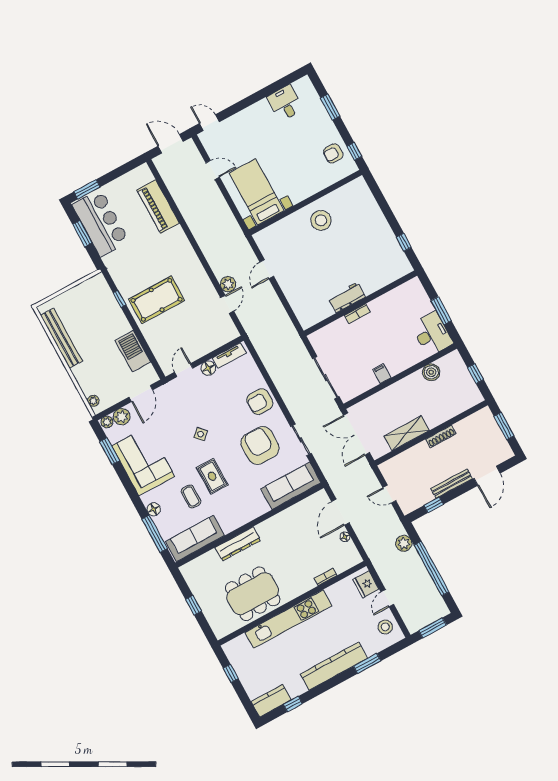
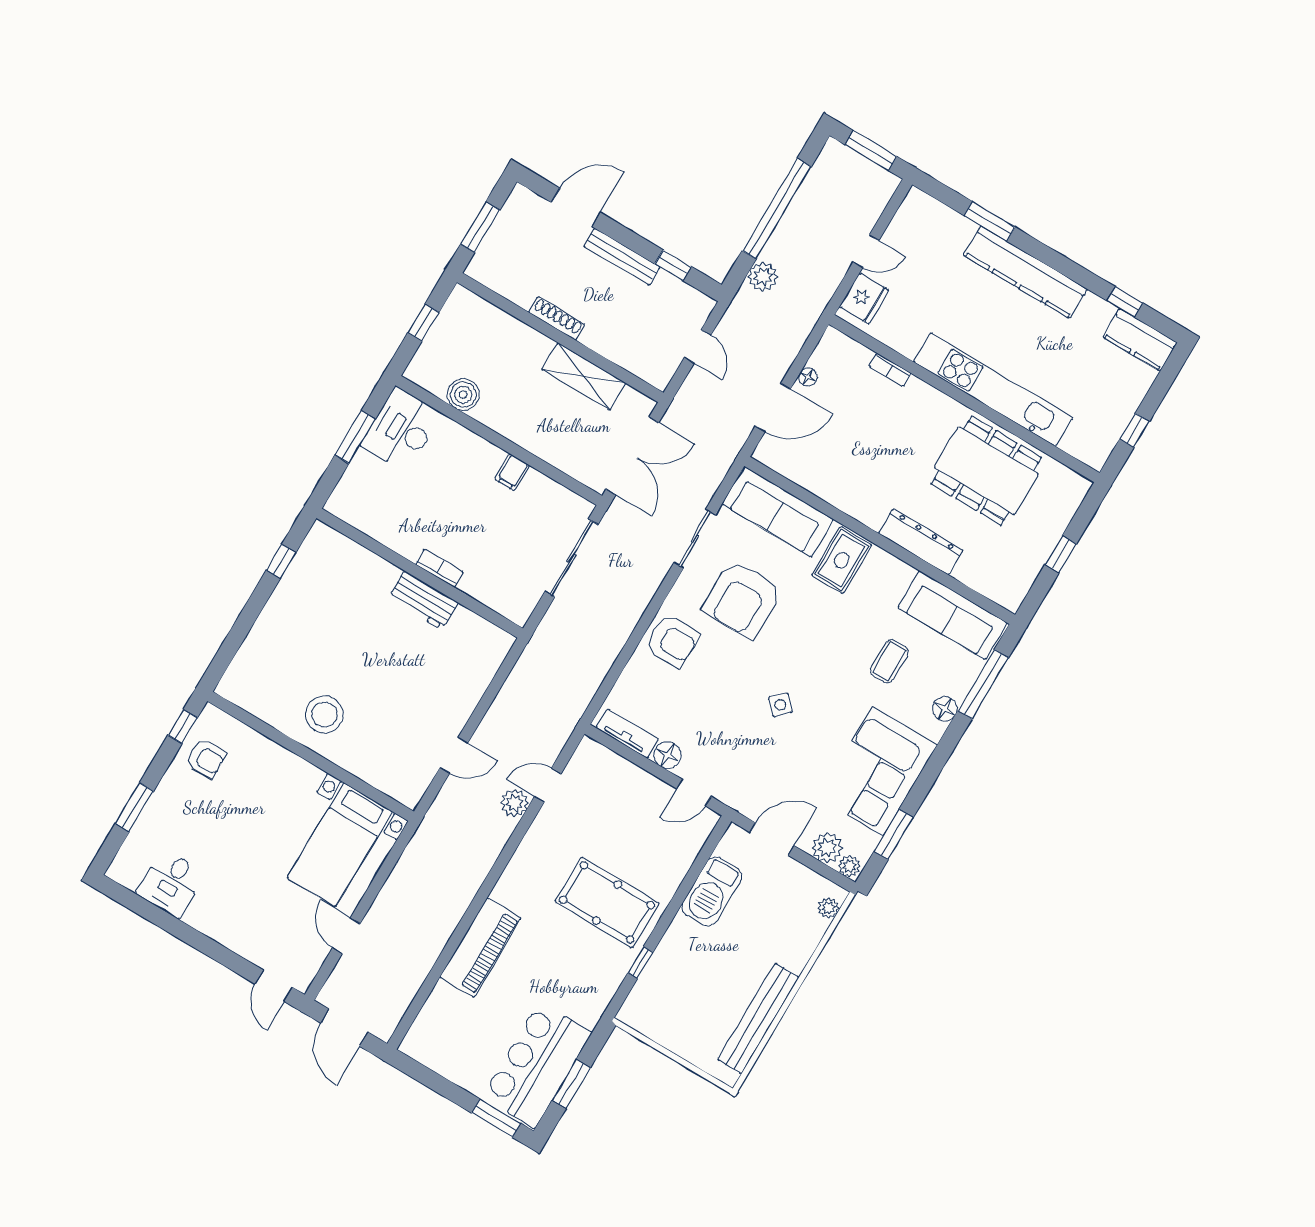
piano: (158, 207) -> (481, 948), moved
rug: (212, 476) -> (842, 560), moved
stool: (385, 627) -> (914, 227), removed

